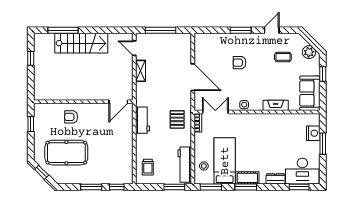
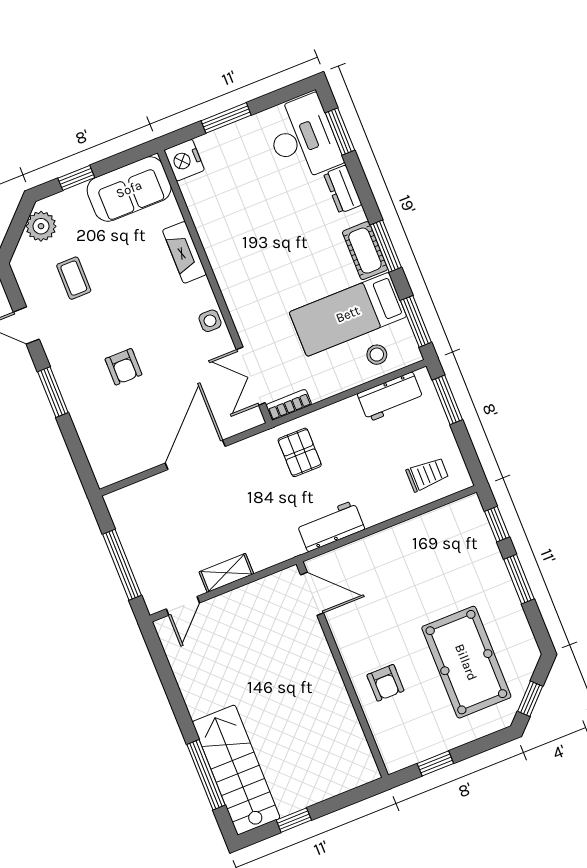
stairs: (81, 43) -> (236, 770), moved
pallet: (177, 119) -> (300, 452), turned 90
nightstand: (313, 133) -> (184, 160), moved, turned -90
workbench: (185, 165) -> (390, 397), width x0.73

